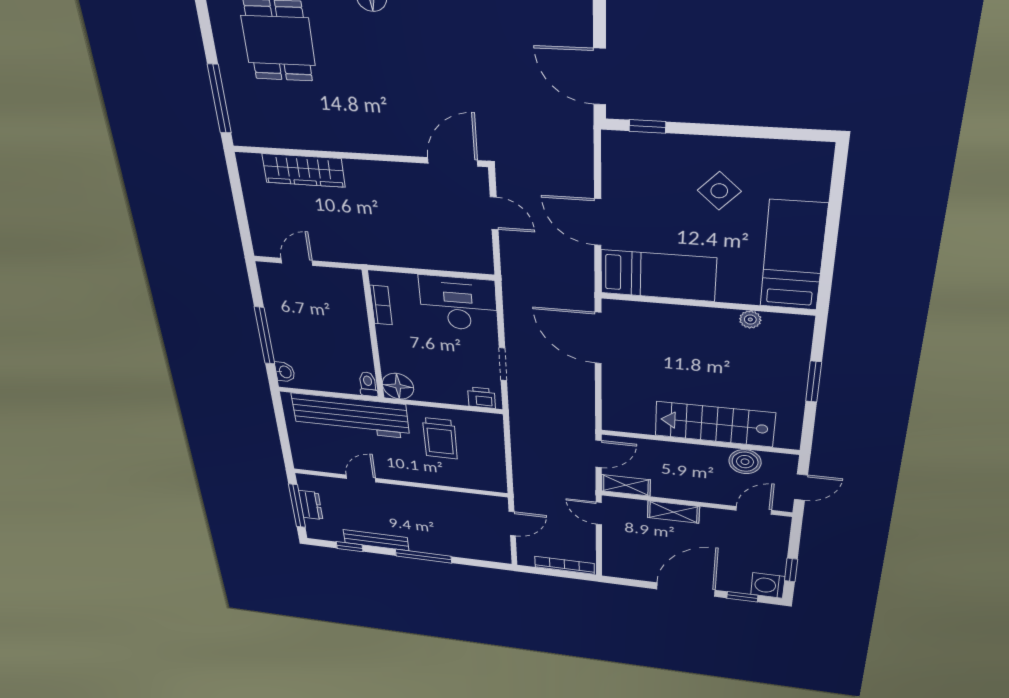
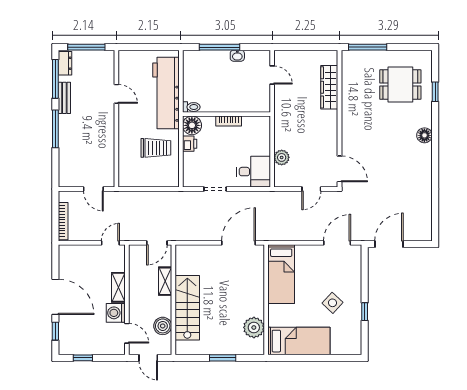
window: (647, 126) -> (365, 312), moved
door: (598, 222) -> (337, 243), moved
plant: (440, 258) -> (282, 157), added
desk: (458, 303) -> (254, 172), width x0.73
bookcase: (381, 305) -> (229, 121), moved
plant: (750, 319) -> (254, 327), width x1.88, depth x1.88
washbasin: (285, 372) -> (237, 56), moved
printer: (482, 398) -> (190, 144), moved
trolley: (440, 438) -> (156, 148), turned 180
door: (599, 454) -> (157, 243), hinge flipped
shelving: (626, 485) -> (165, 281), moved
dresser: (311, 505) -> (65, 63), moved, turned -90
bench: (376, 540) -> (64, 98), width x0.73
window: (350, 547) -> (55, 79), width x2.17
washing machine: (768, 585) -> (116, 313), moved, turned -90

